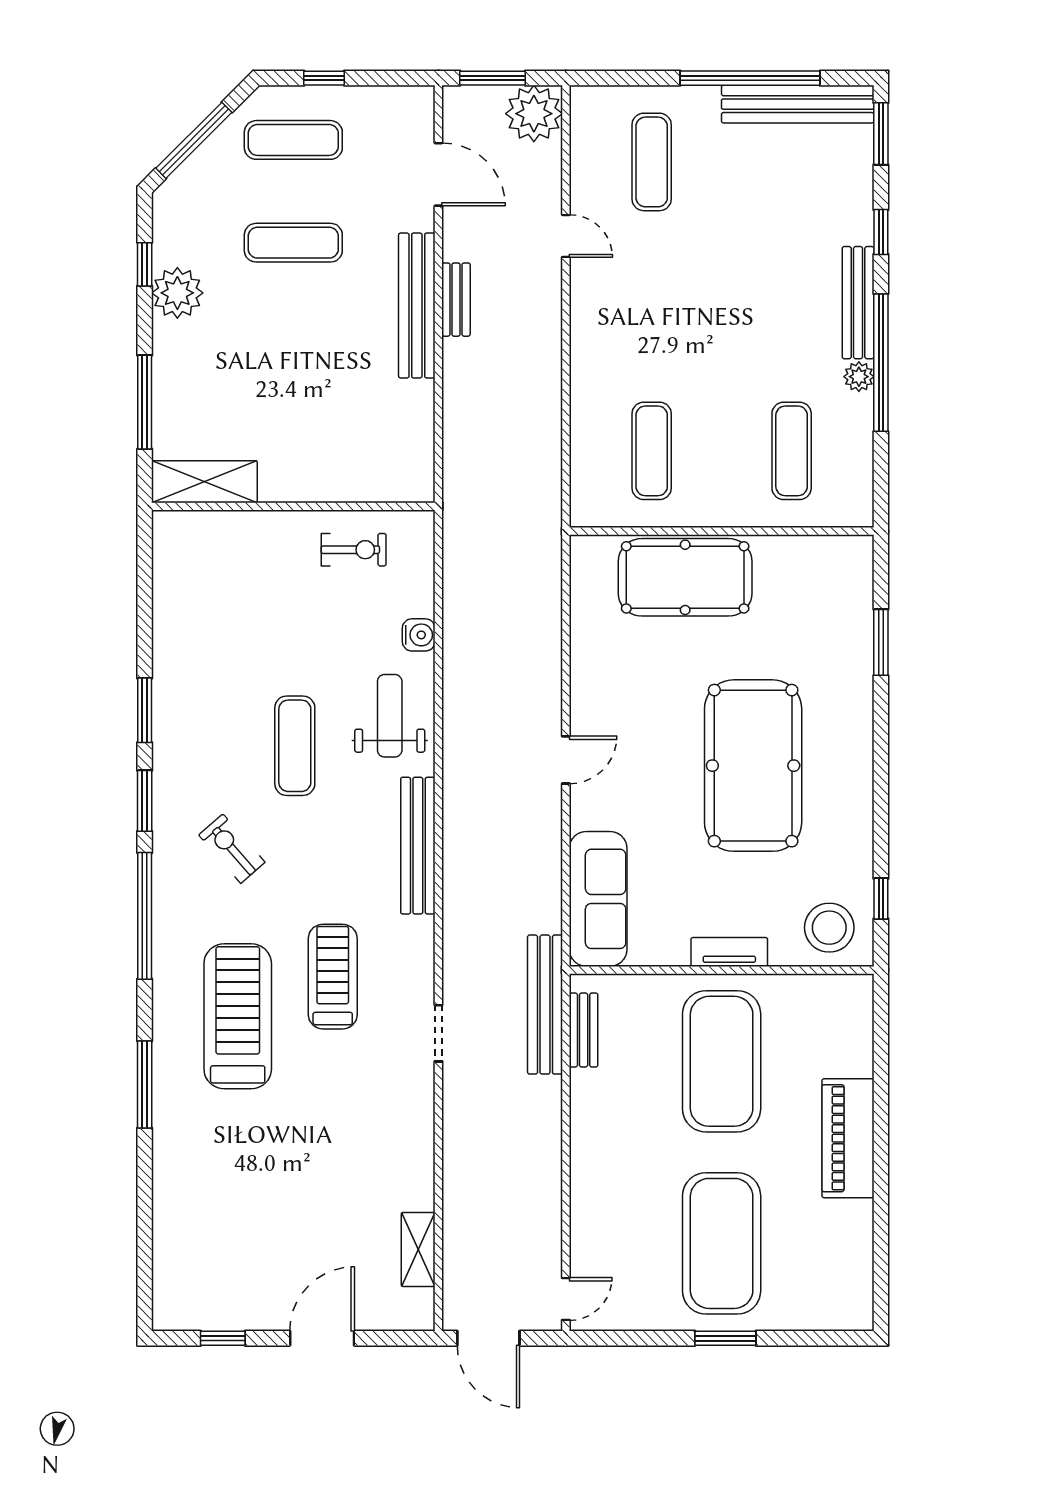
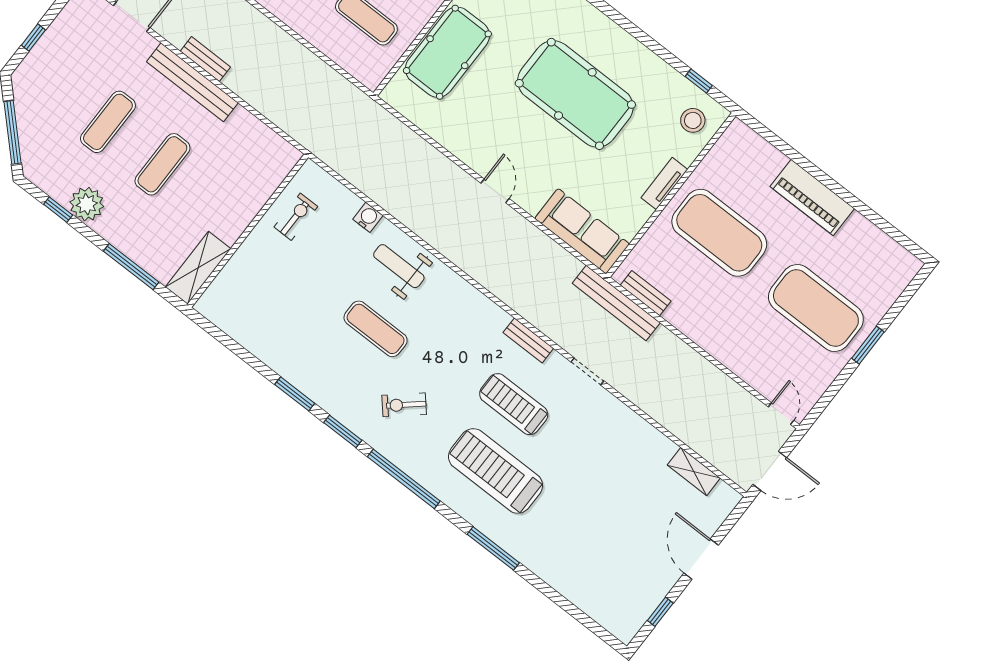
exercise mat: (293, 140) -> (162, 164), moved
bench: (418, 846) -> (528, 340), moved, width x0.54, depth x0.82
stool: (829, 928) -> (693, 120), width x0.73, depth x0.73

